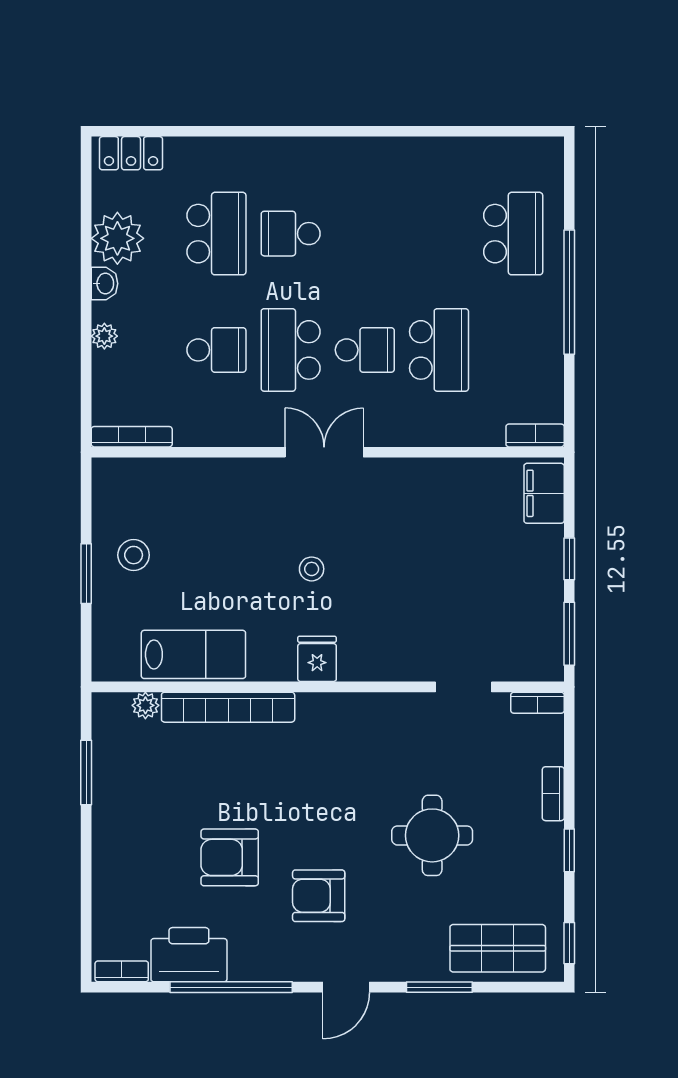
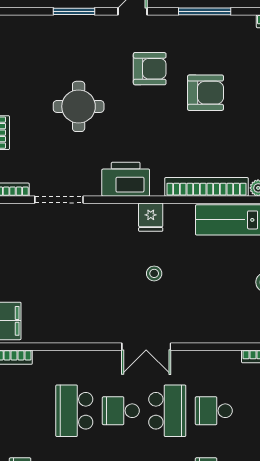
doorway: (464, 687) -> (59, 200), width x1.38
shop shelf: (498, 948) -> (38, 36), removed
printer: (189, 955) -> (126, 179), moved, turned 180
window: (231, 987) -> (205, 11), width x0.68

